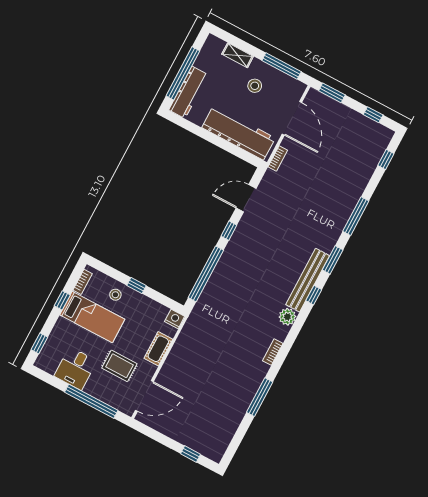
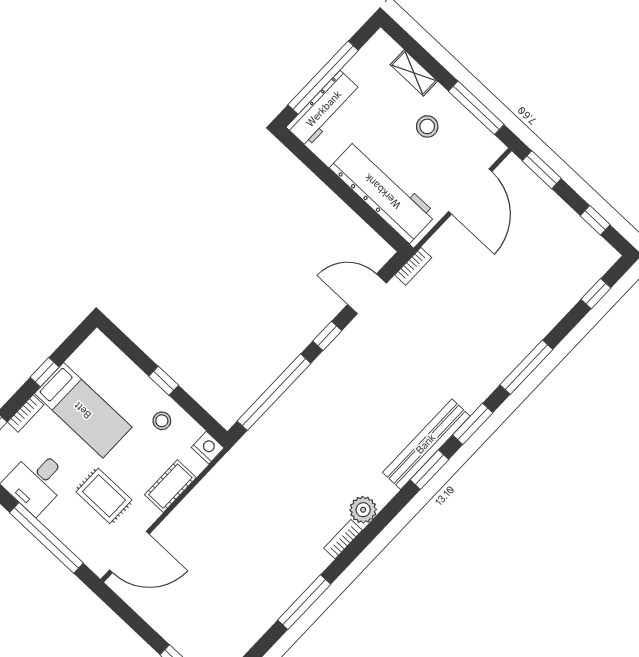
bookcase: (278, 159) -> (413, 266), moved
bookcase: (83, 282) -> (26, 413), moved
stool: (115, 295) -> (162, 421), moved
window: (314, 295) -> (429, 470), width x1.50
plant: (287, 317) -> (363, 510), moved

